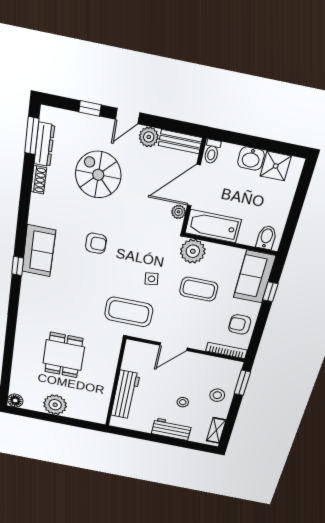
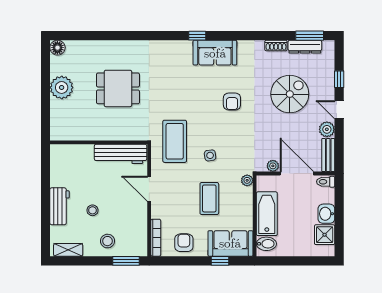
bathtub: (213, 226) -> (267, 214), moved
plant: (193, 251) -> (247, 180), width x0.53, depth x0.53
workbench: (125, 395) -> (121, 154), moved

